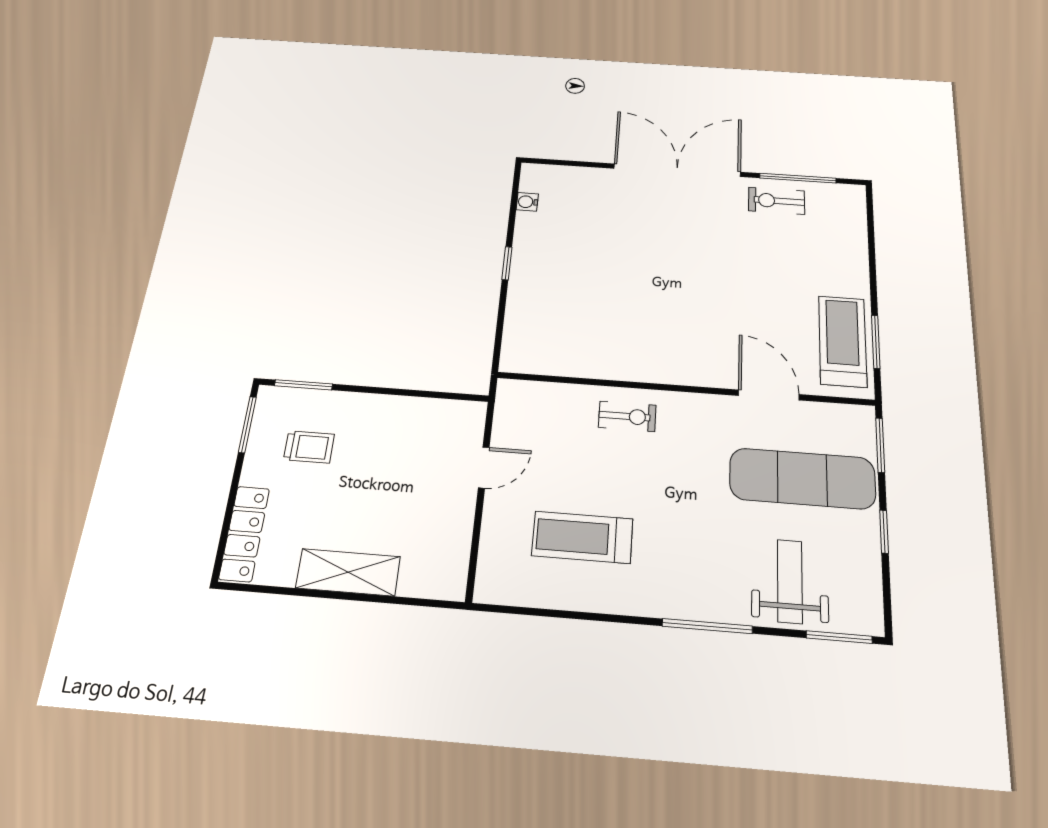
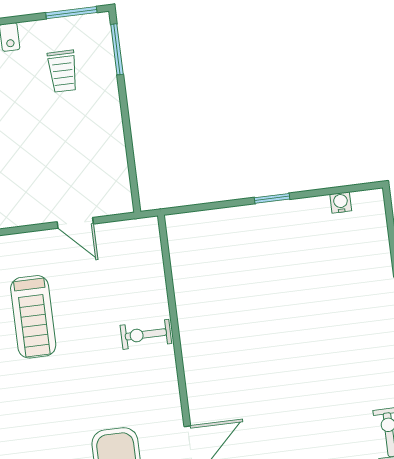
exercise bike: (627, 416) -> (146, 334), turned 90
treadmill: (582, 537) -> (33, 317), turned 180

